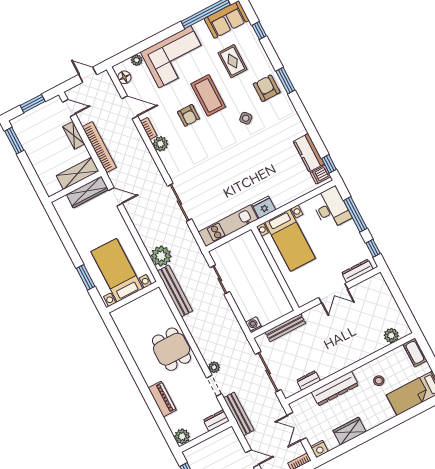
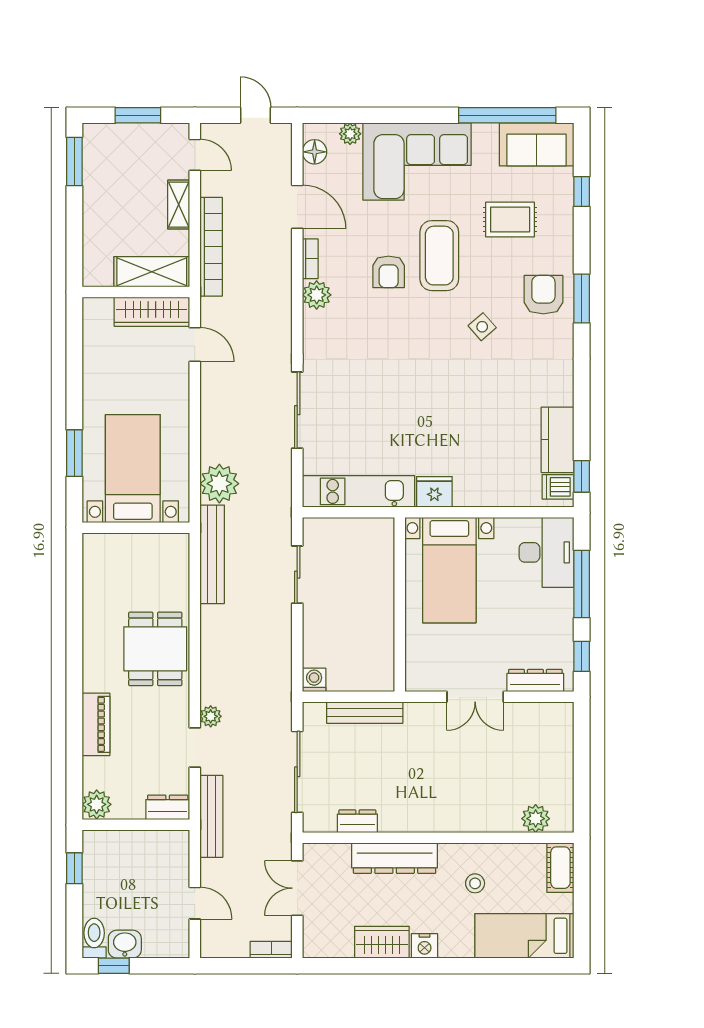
rug: (233, 61) -> (510, 219), turned 90
nightstand: (319, 449) -> (425, 946), moved

